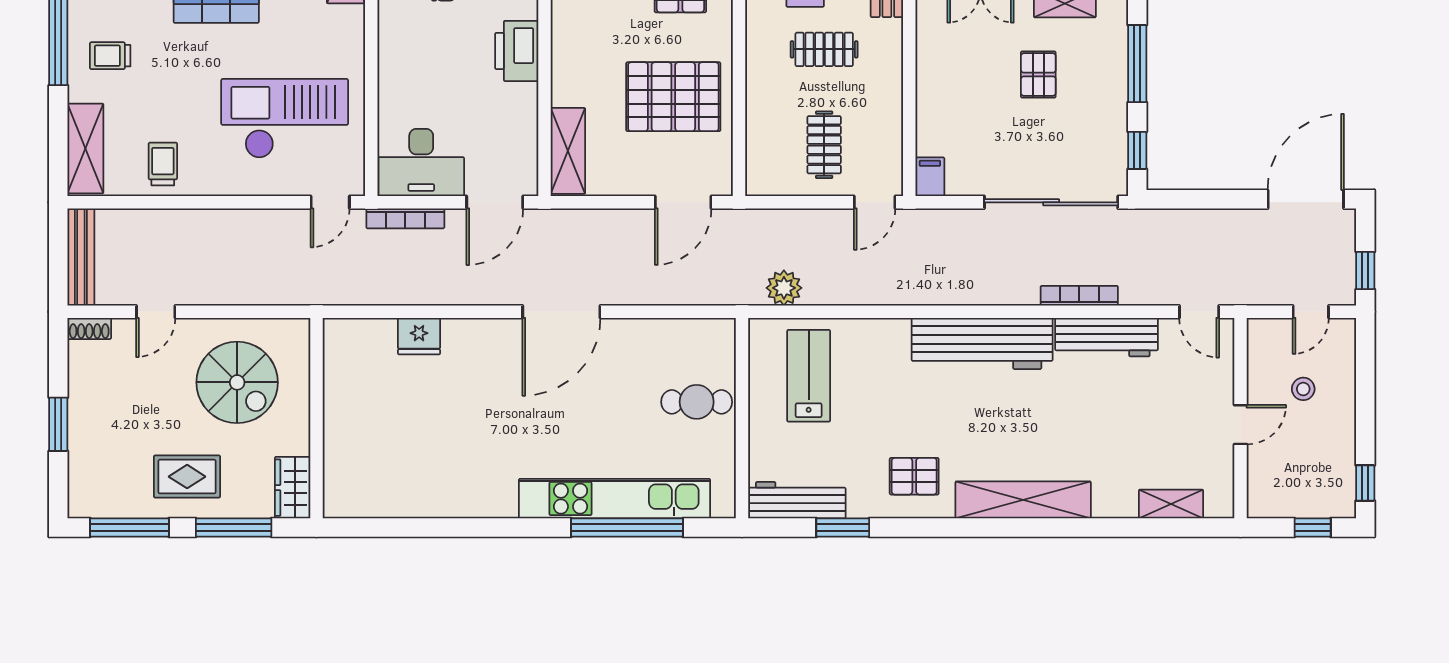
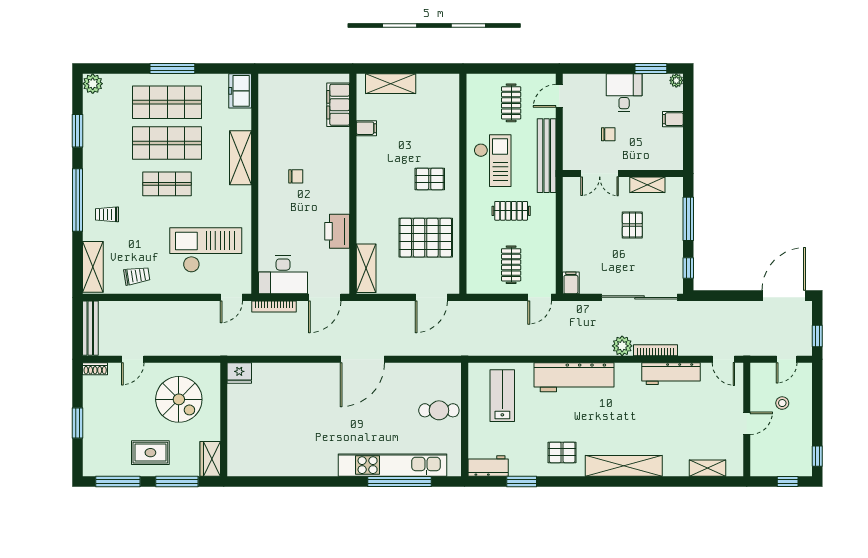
printer: (517, 51) -> (337, 231), moved
trolley: (163, 164) -> (137, 276), turned 81
plant: (784, 288) -> (622, 346), moved
fridge: (419, 336) -> (239, 373), moved
workbench: (982, 343) -> (574, 377), moved
workbench: (797, 500) -> (488, 466), width x0.73

